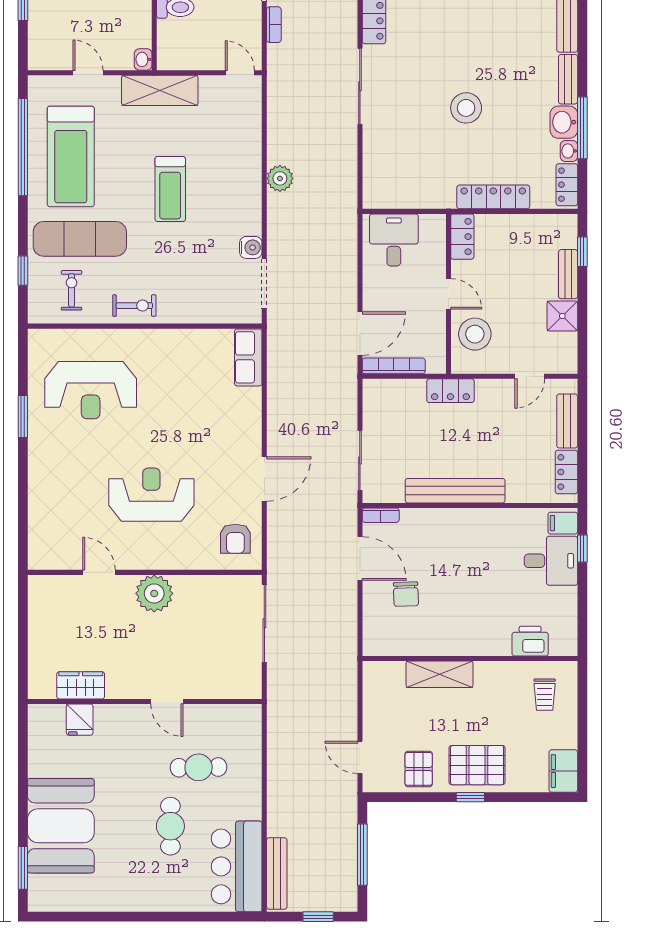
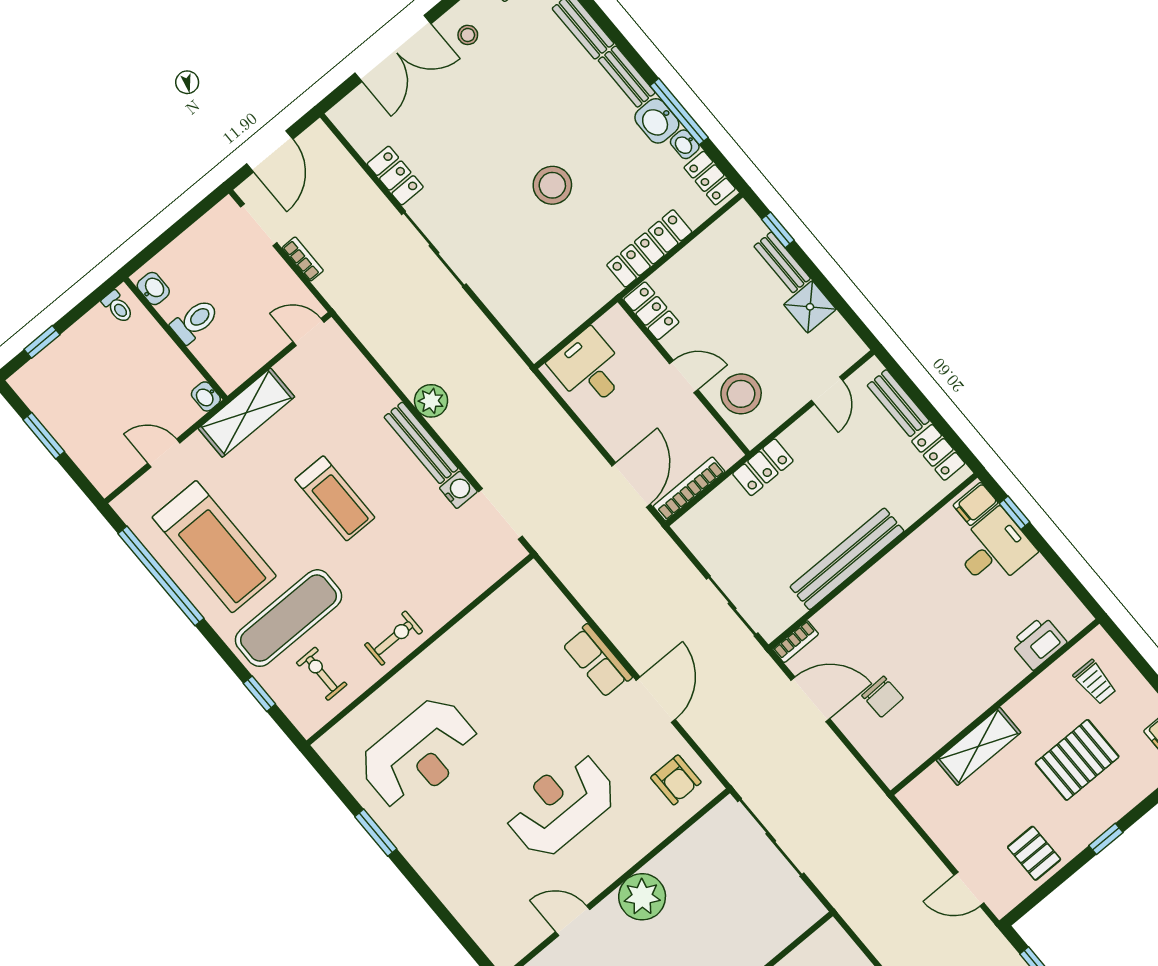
bench: (252, 199) -> (421, 443), added
row of seats: (248, 357) -> (597, 661), moved
pallet: (477, 765) -> (1077, 760), moved

